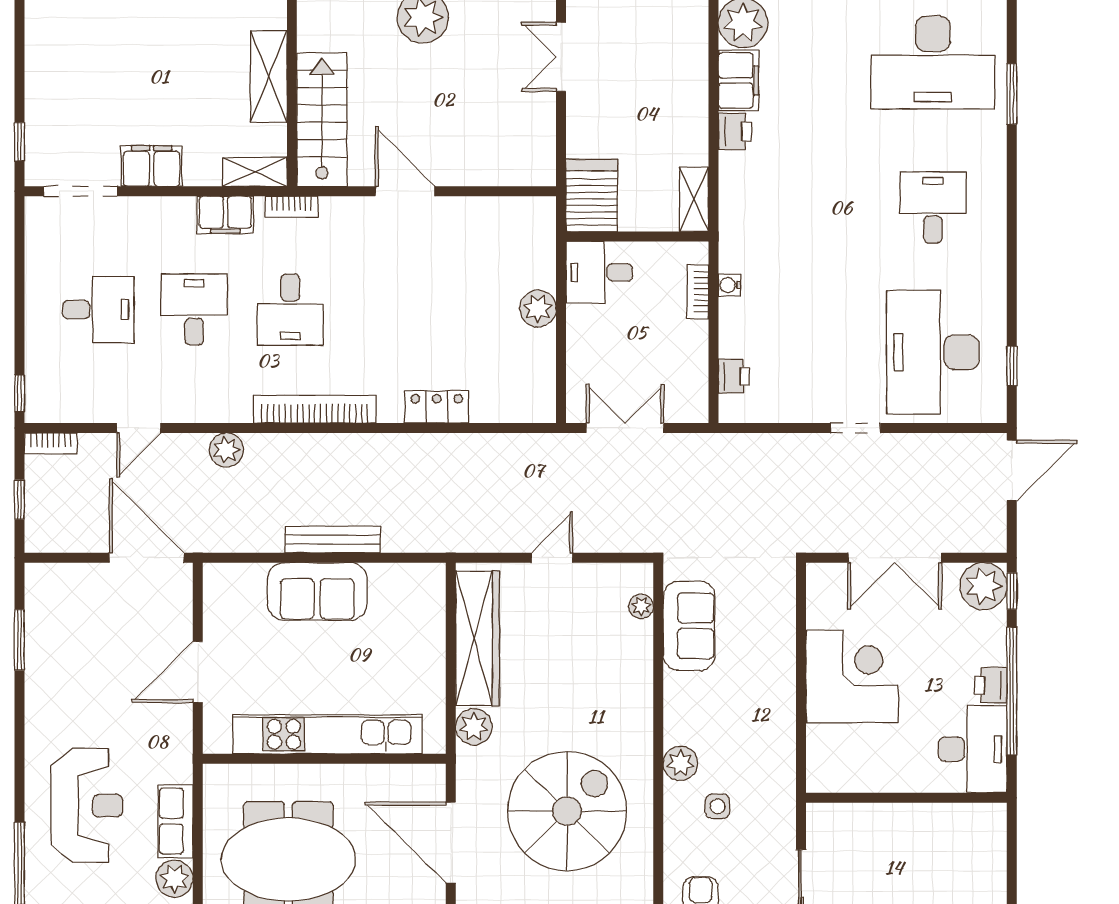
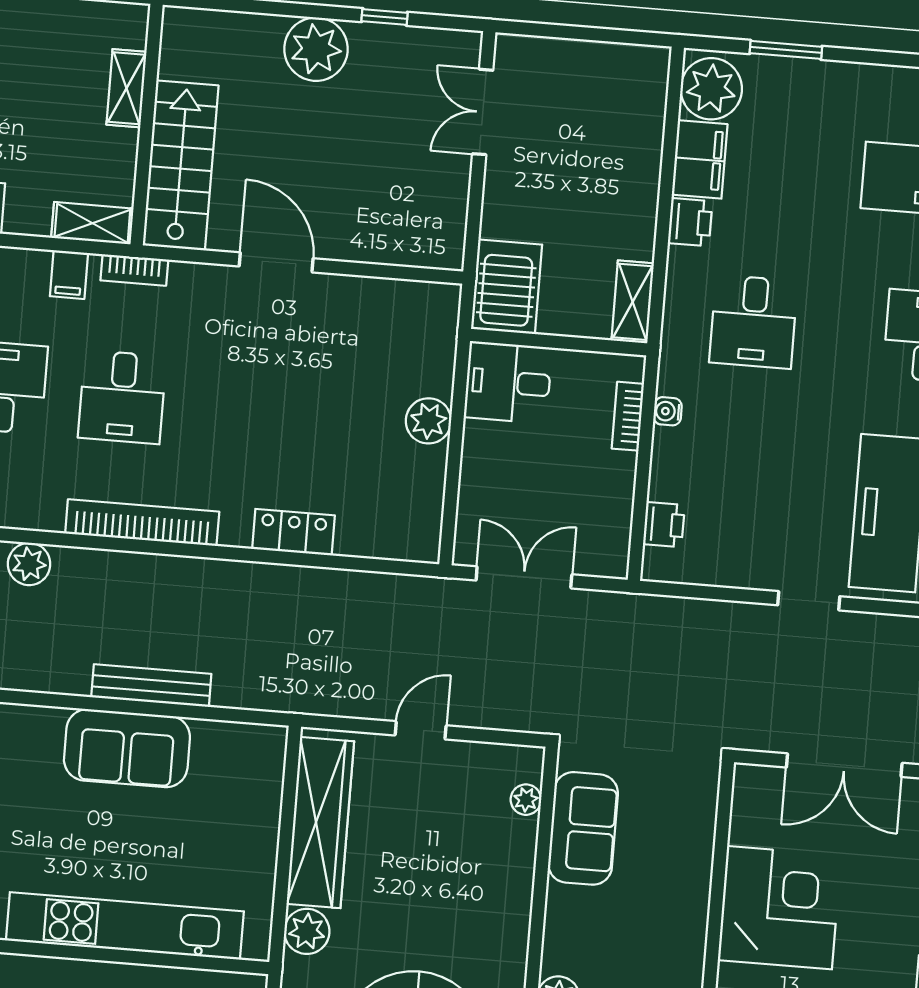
shelving: (269, 76) -> (126, 88), width x0.67, depth x0.75
desk: (793, 207) -> (754, 322), added
filing cabinet: (225, 215) -> (69, 275), width x0.50

